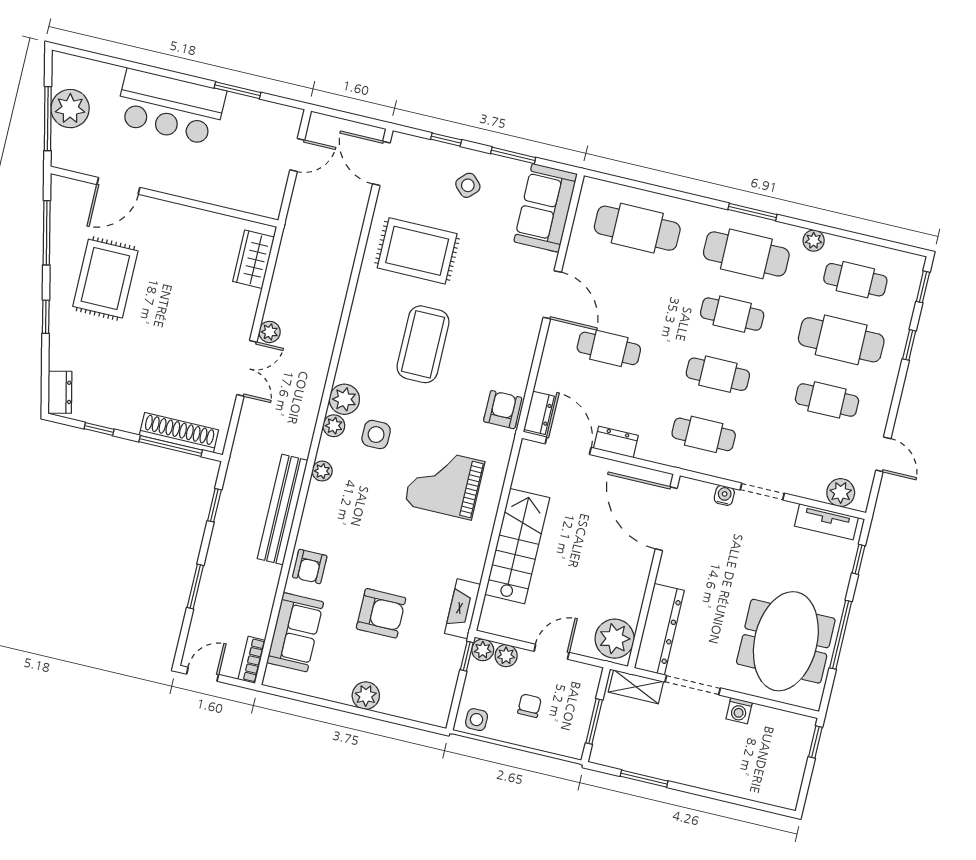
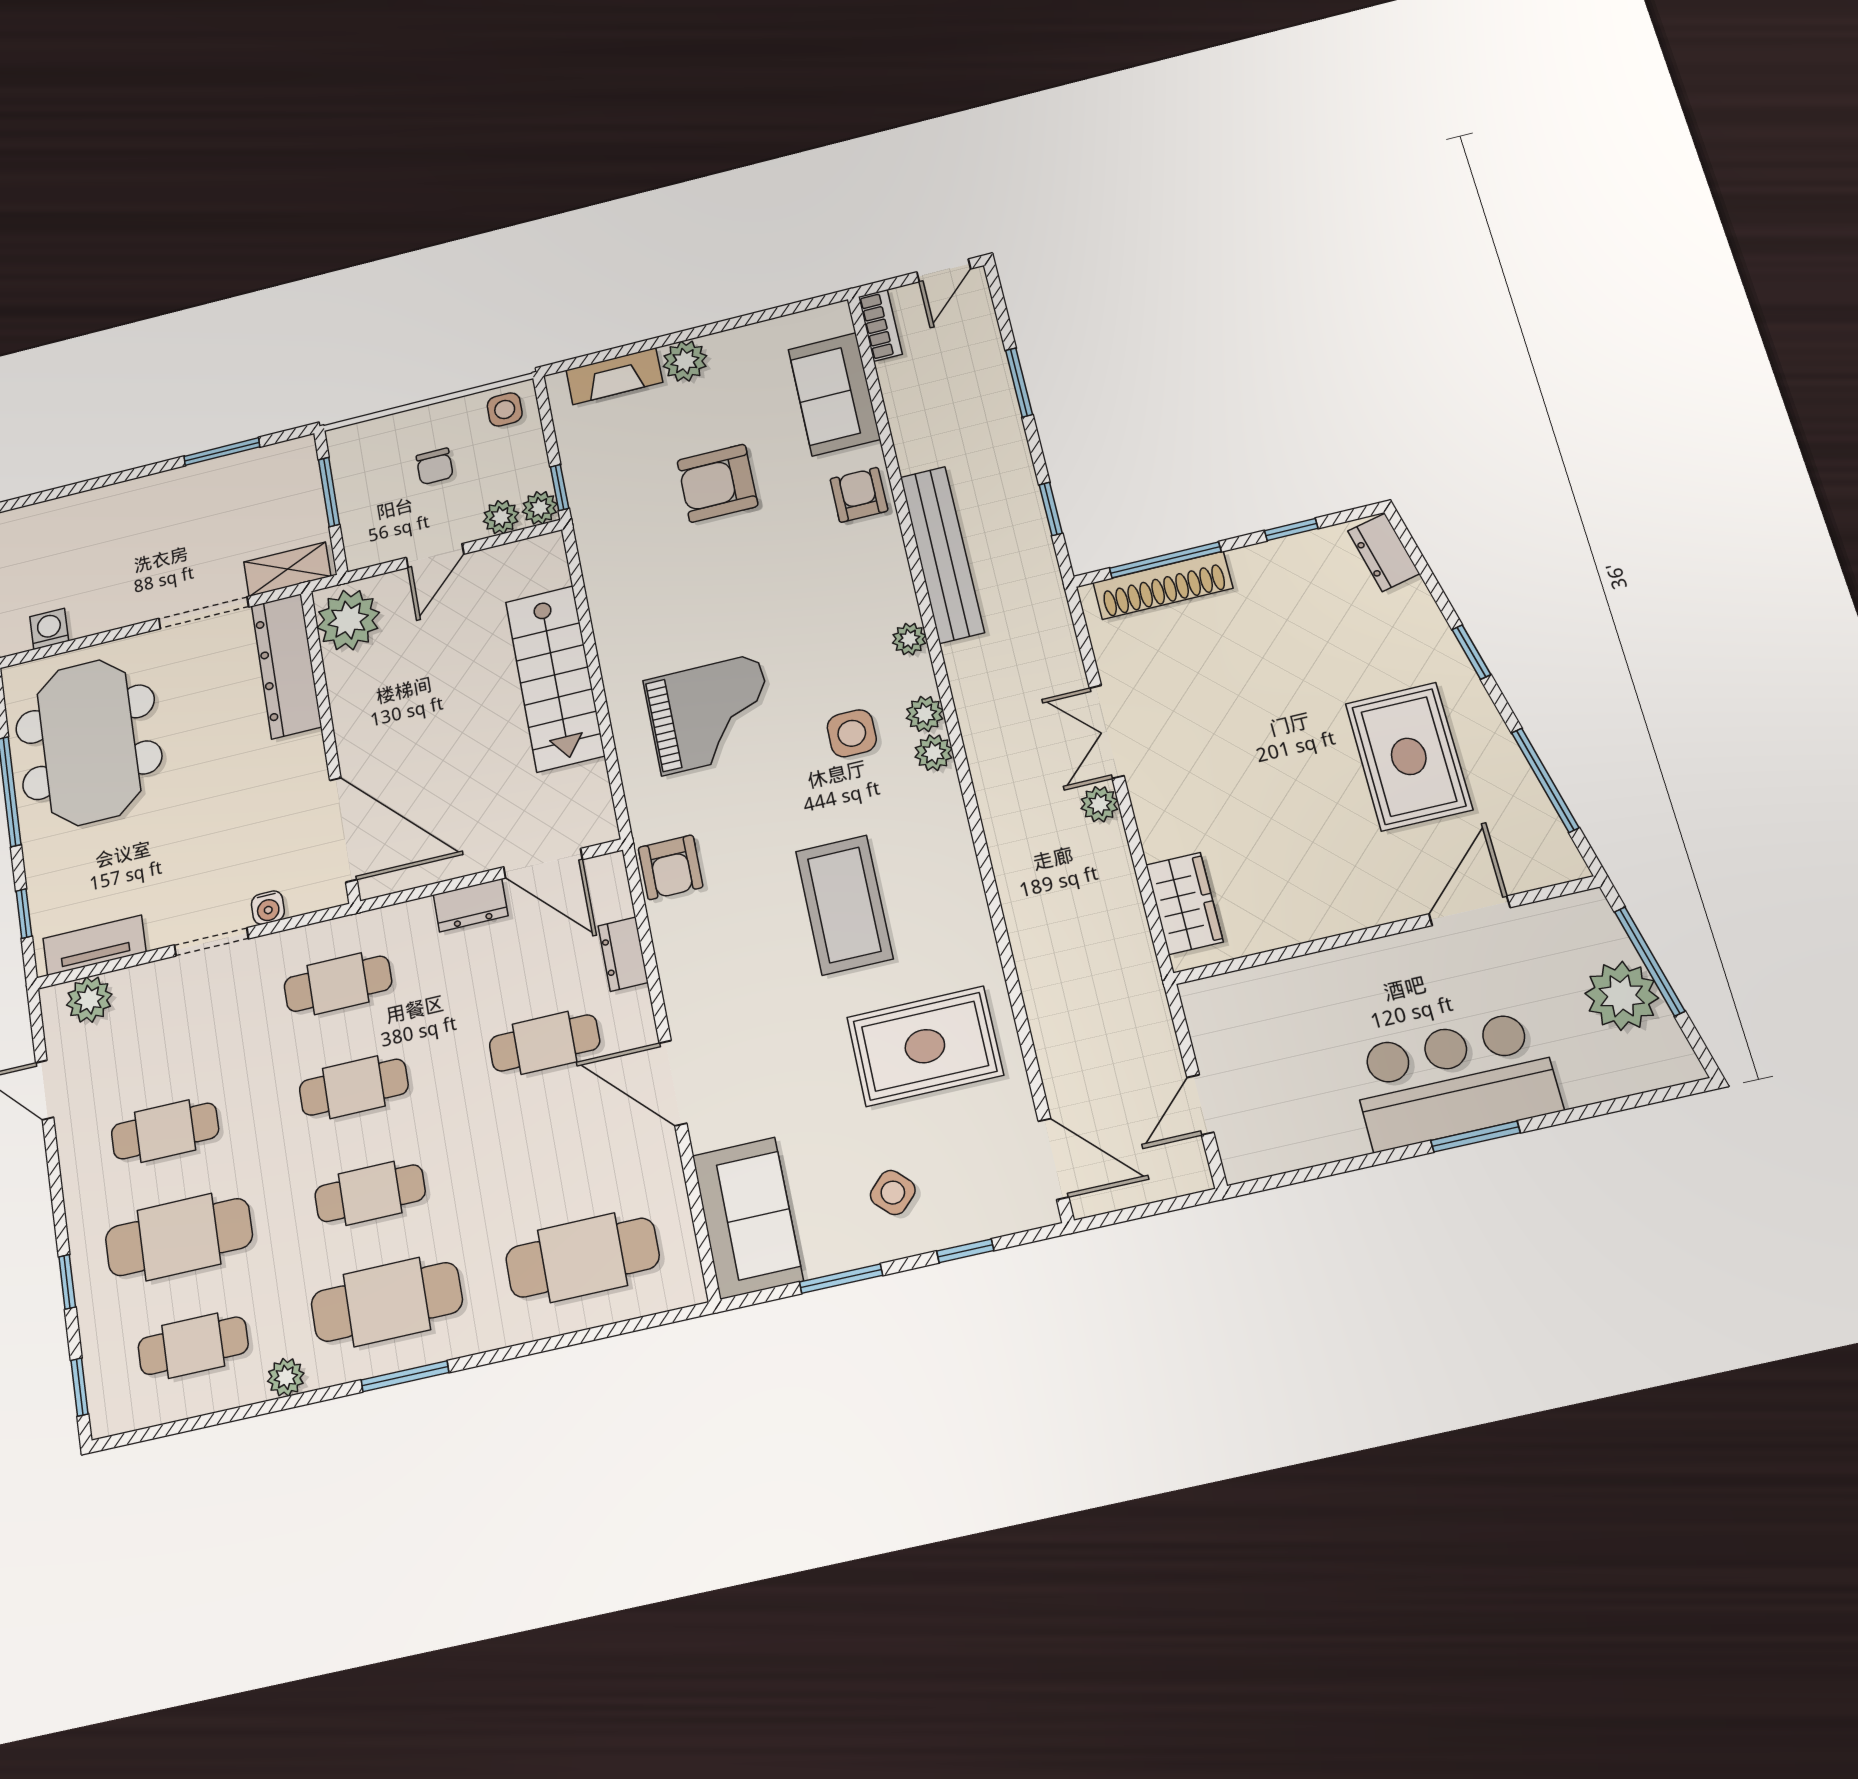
window: (237, 90) -> (1475, 1137), moved
plant: (344, 399) -> (934, 753), width x0.73, depth x0.73
dresser: (539, 413) -> (623, 954), moved
fireplace: (462, 609) -> (614, 376), moved, turned 90
washing machine: (739, 711) -> (49, 629), moved

